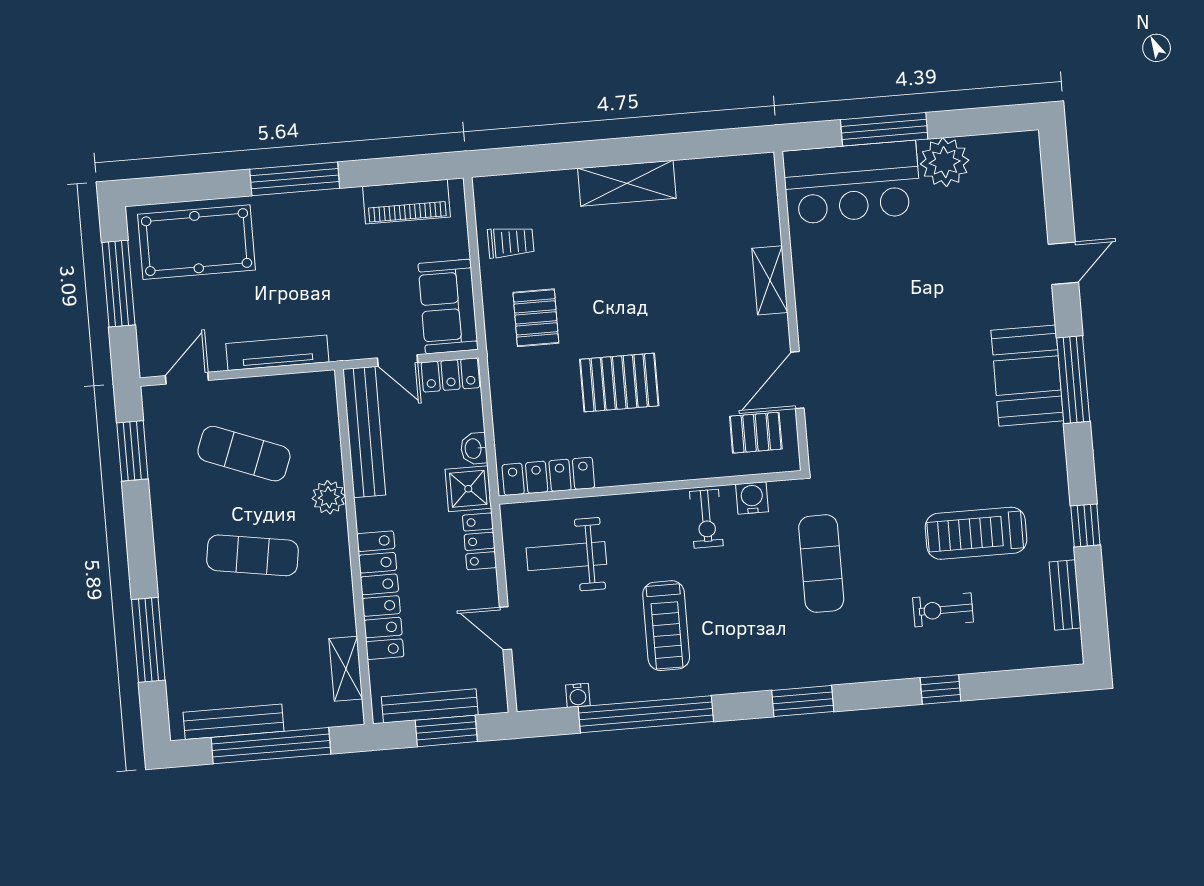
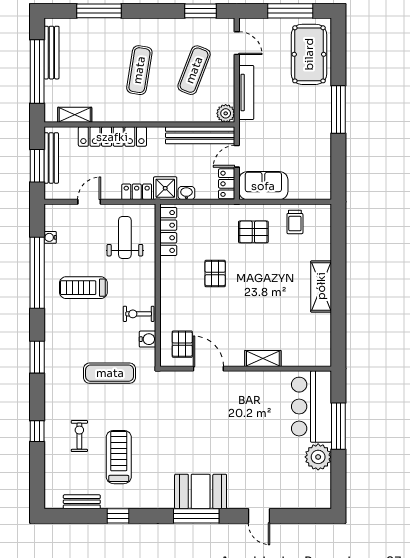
piano: (406, 202) -> (321, 168), removed
pallet: (619, 383) -> (215, 274), width x0.67, depth x0.71
plant: (329, 497) -> (226, 113), moved

